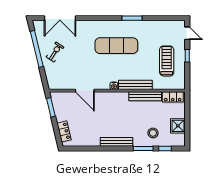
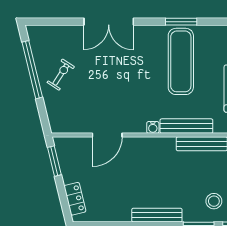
double door: (60, 18) -> (109, 22), moved
exercise mat: (116, 46) -> (181, 61), moved, turned 90
door: (85, 91) -> (107, 135), hinge flipped

